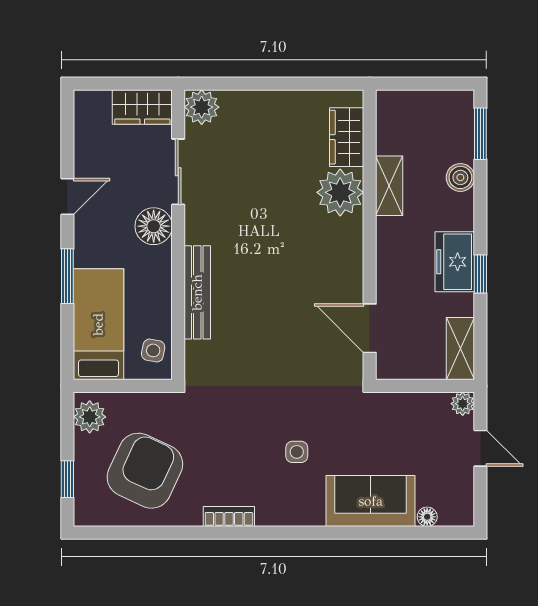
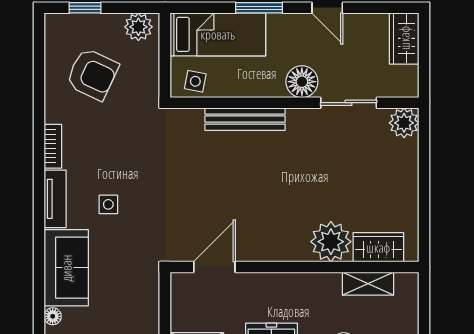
wardrobe: (142, 107) -> (404, 38), moved
shelving: (389, 186) -> (368, 284), moved
armchair: (145, 471) -> (92, 74), width x0.73, depth x0.73
tv unit: (290, 514) -> (55, 199), added

